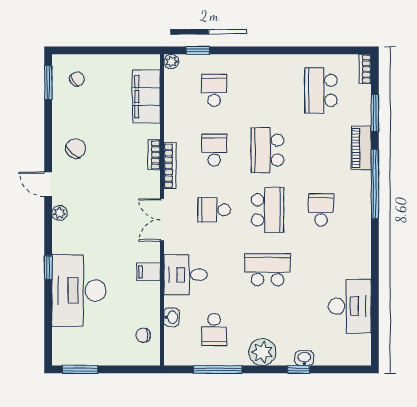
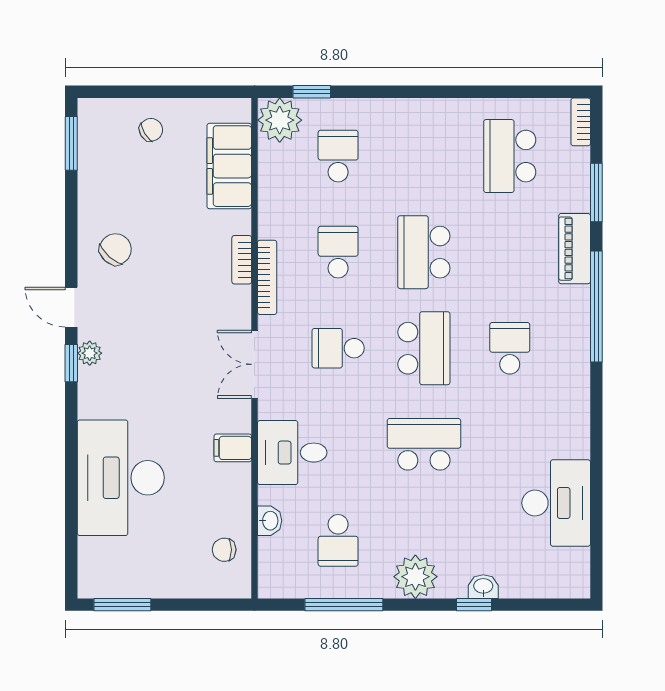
plant: (171, 61) -> (280, 120), width x1.88, depth x1.88
chair: (77, 79) -> (151, 130), moved
window: (48, 268) -> (71, 363), moved

